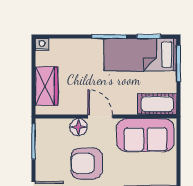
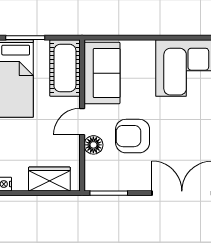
cot: (157, 104) -> (65, 68), width x1.37, depth x1.34
armchair: (87, 164) -> (133, 136), turned 90

